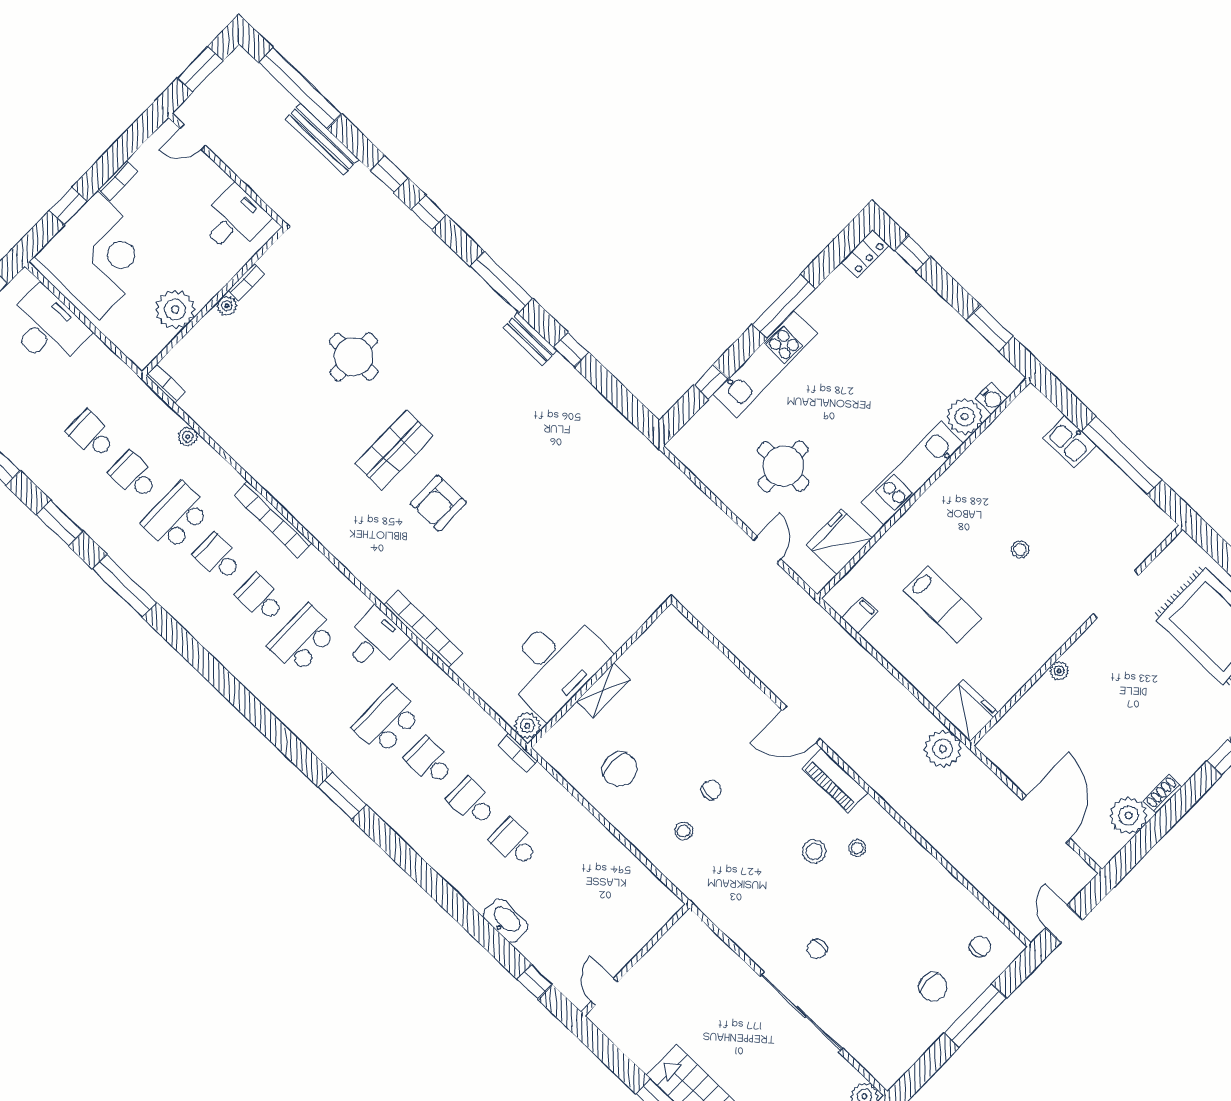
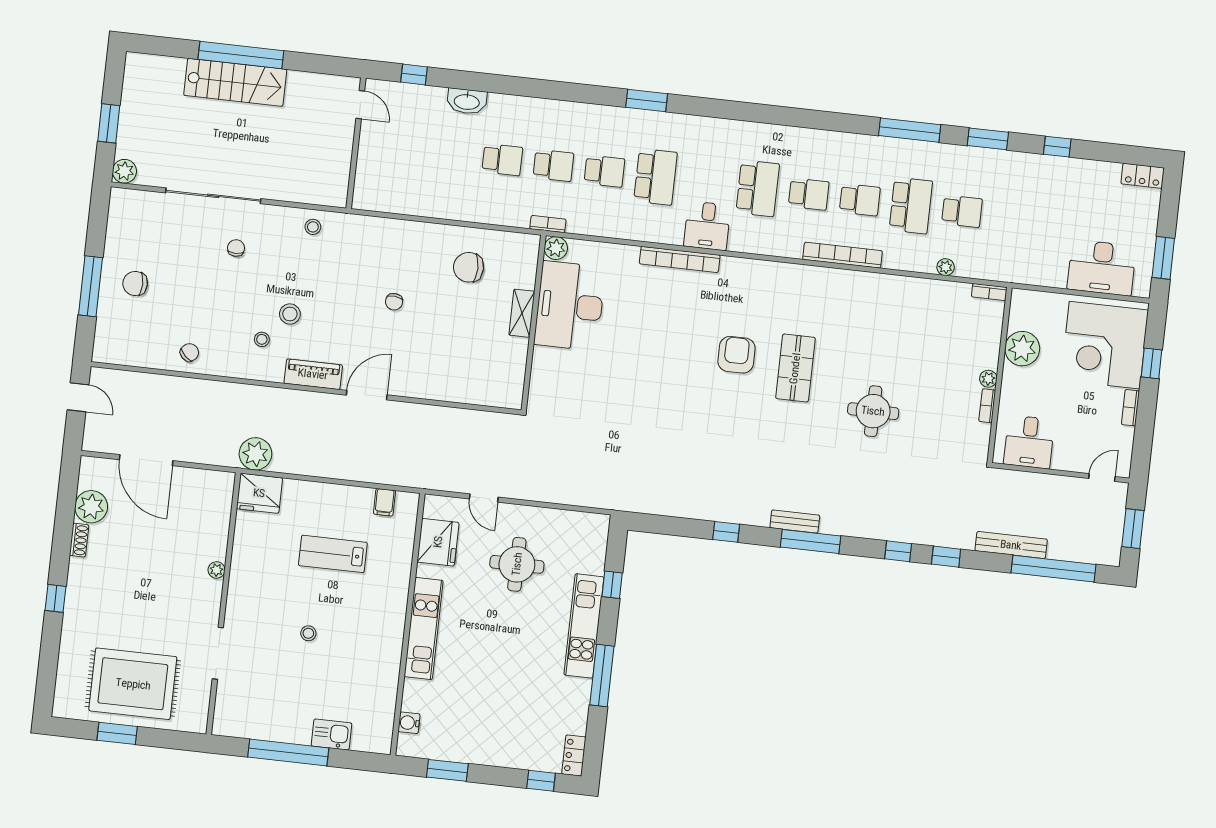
bench: (530, 339) -> (795, 521), moved
plant: (965, 416) -> (418, 696), removed
school desk: (92, 435) -> (1013, 217), removed
stool: (684, 831) -> (313, 227), moved
chair: (980, 946) -> (189, 352), moved, turned -136

